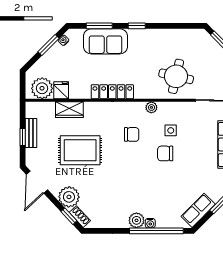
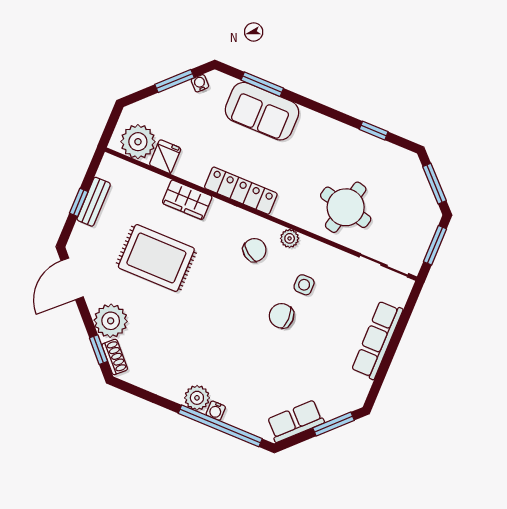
window: (137, 26) -> (374, 131), moved
wardrobe: (69, 110) -> (187, 200), moved
chair: (132, 134) -> (255, 250), moved, turned -55

